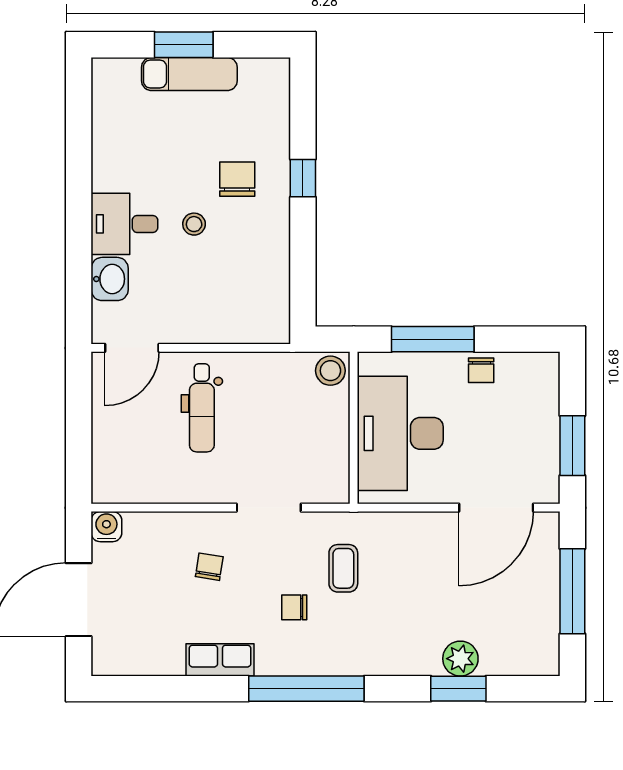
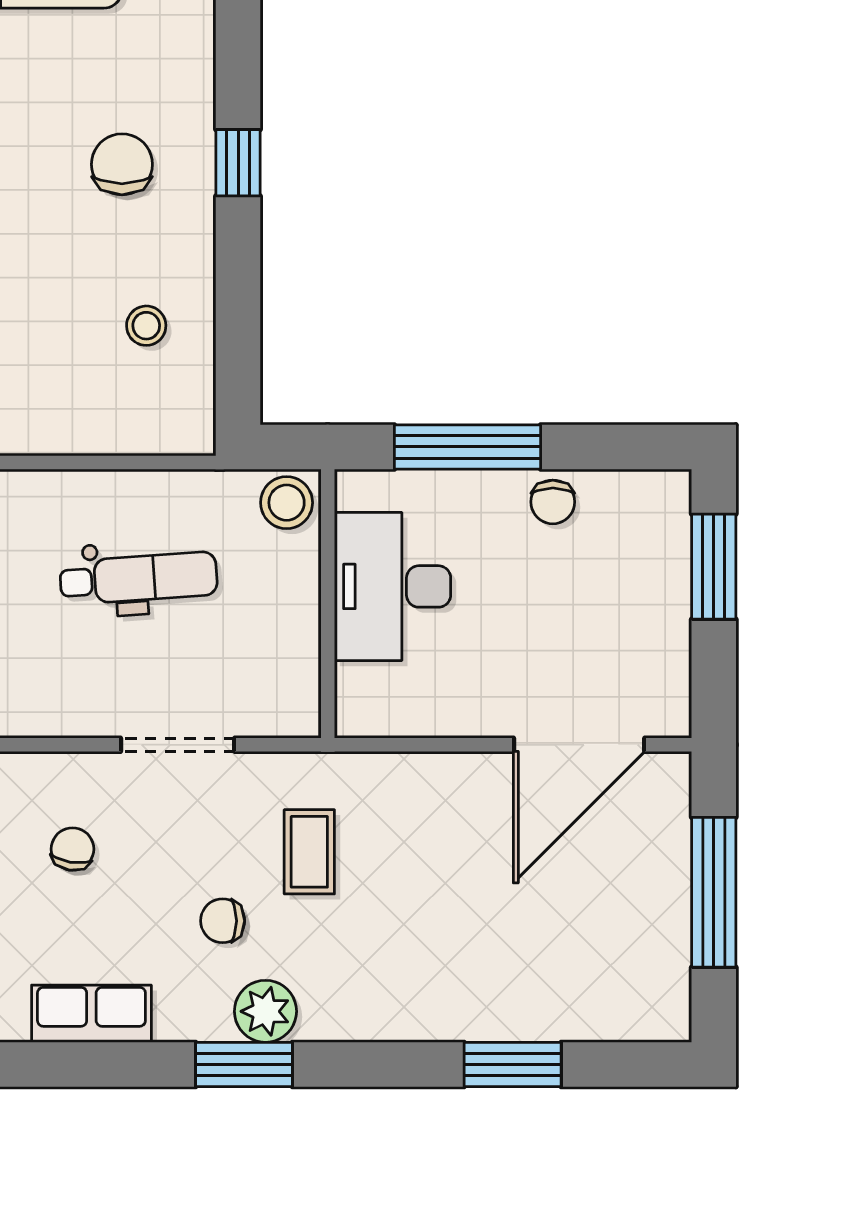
stool: (194, 224) -> (146, 326), moved
dental chair: (202, 408) -> (139, 578), moved, turned -94
desk: (400, 433) -> (392, 586), width x0.73, depth x0.77
window: (572, 446) -> (714, 567), moved
plant: (460, 659) -> (265, 1011), moved
window: (306, 689) -> (244, 1064), width x0.47

